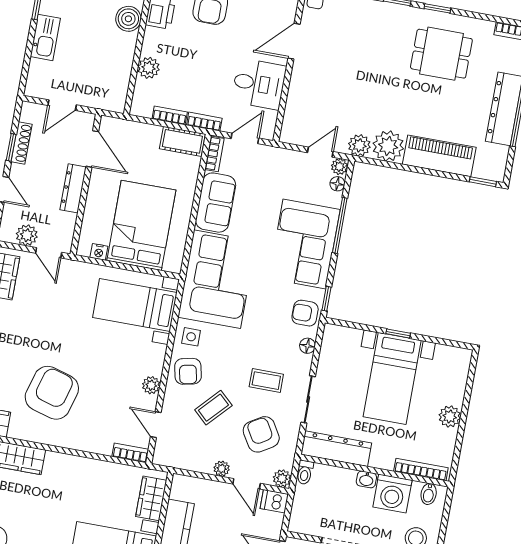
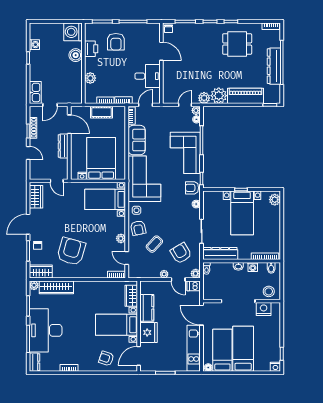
kitchen sink: (45, 37) -> (35, 92), moved
door: (294, 41) -> (161, 51), swing flipped
cot: (182, 141) -> (102, 112), moved
plant: (27, 235) -> (44, 174), removed
coffee table: (266, 381) -> (179, 225), removed
plant: (450, 417) -> (275, 200), moved
washing machine: (392, 493) -> (253, 267), width x0.53, depth x0.53

